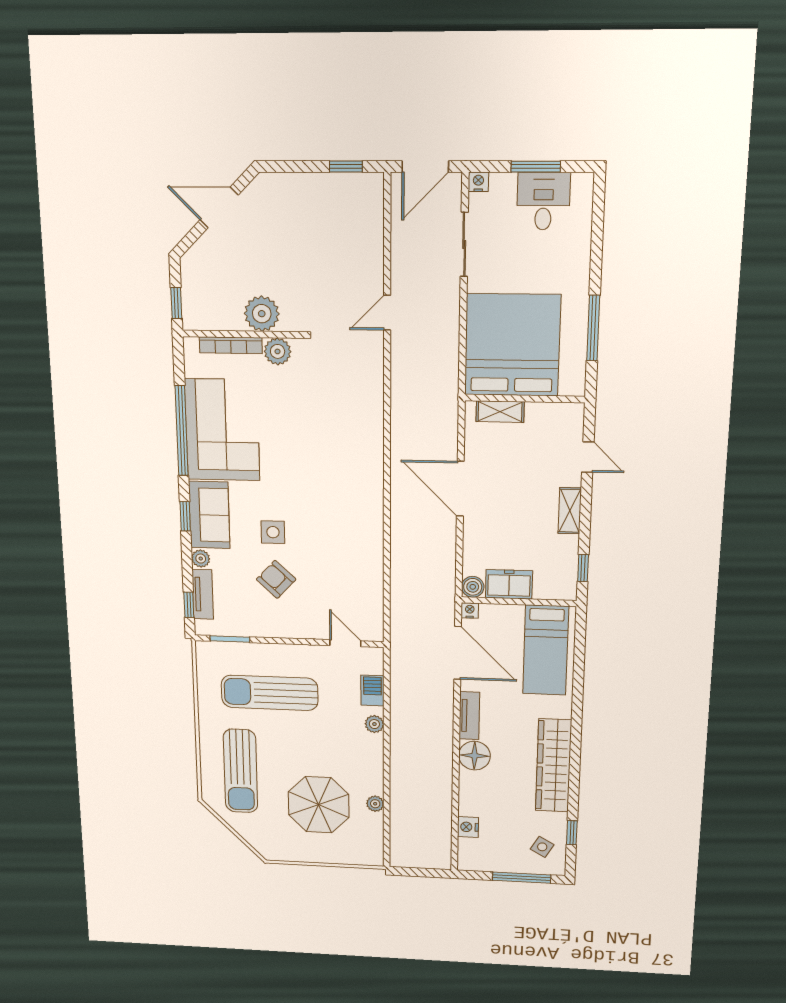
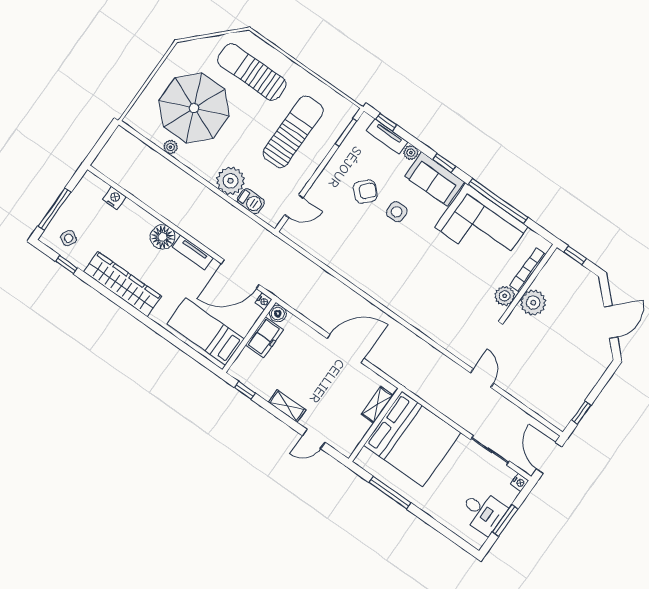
plant: (374, 724) -> (231, 181), width x1.88, depth x1.88
parasol: (319, 805) -> (194, 108), width x1.36, depth x1.36

